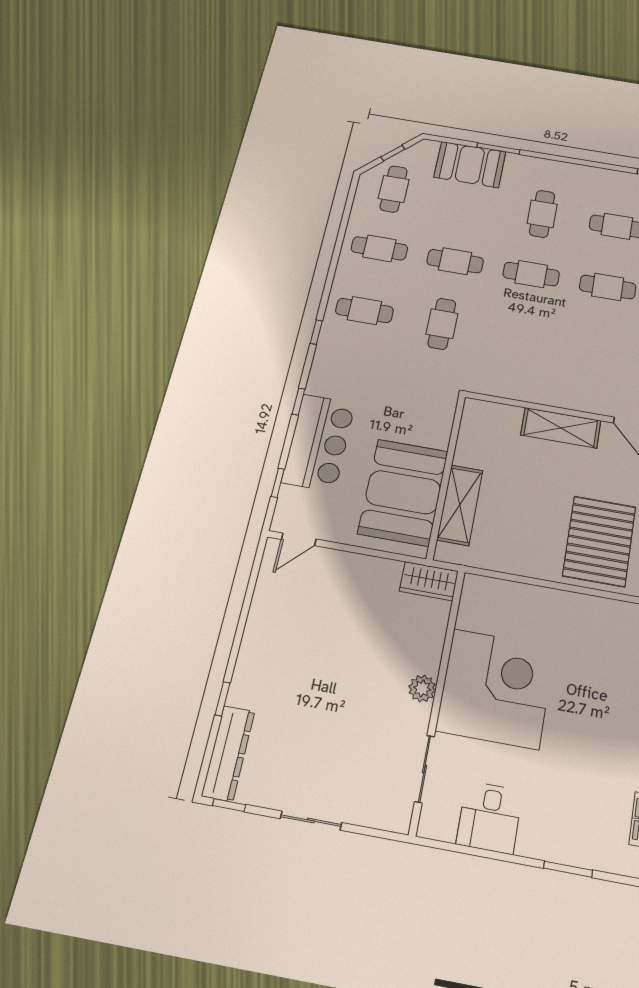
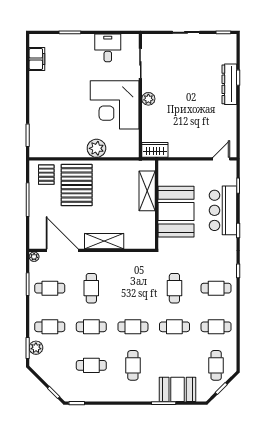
cafe table: (598, 351) -> (91, 288), added
booth: (403, 492) -> (176, 212), moved
plant: (548, 606) -> (96, 148), added
dresser: (228, 753) -> (229, 84), moved

